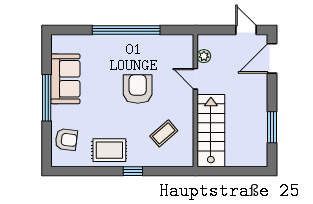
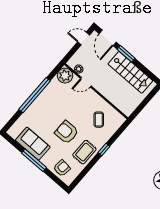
plant: (182, 46) -> (65, 76), added
armchair: (138, 89) -> (67, 132), moved
window: (272, 127) -> (126, 54), moved
stairs: (211, 131) -> (130, 72), moved, turned 180

